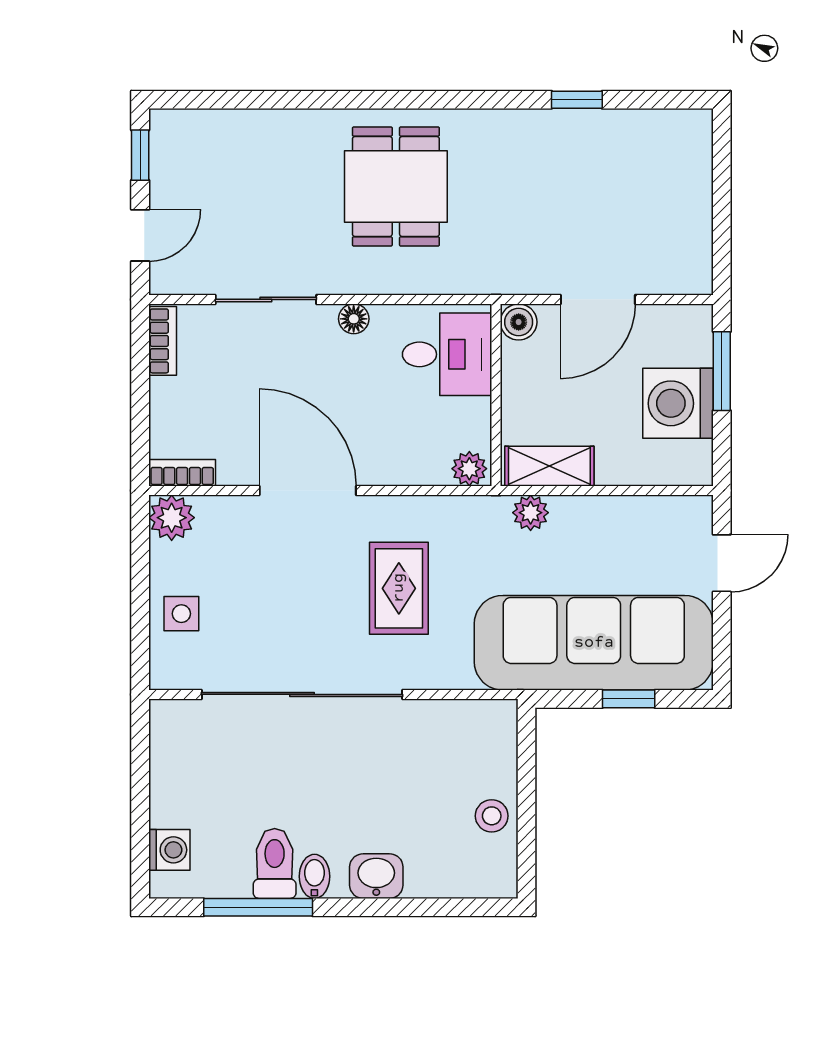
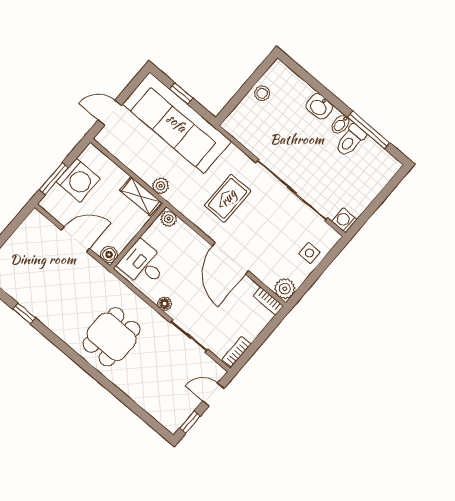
washing machine: (169, 850) -> (344, 220), moved

